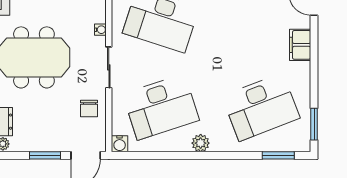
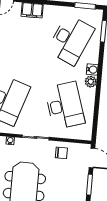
desk: (261, 107) -> (71, 40), turned 45
water cooler: (120, 144) -> (92, 70), moved

